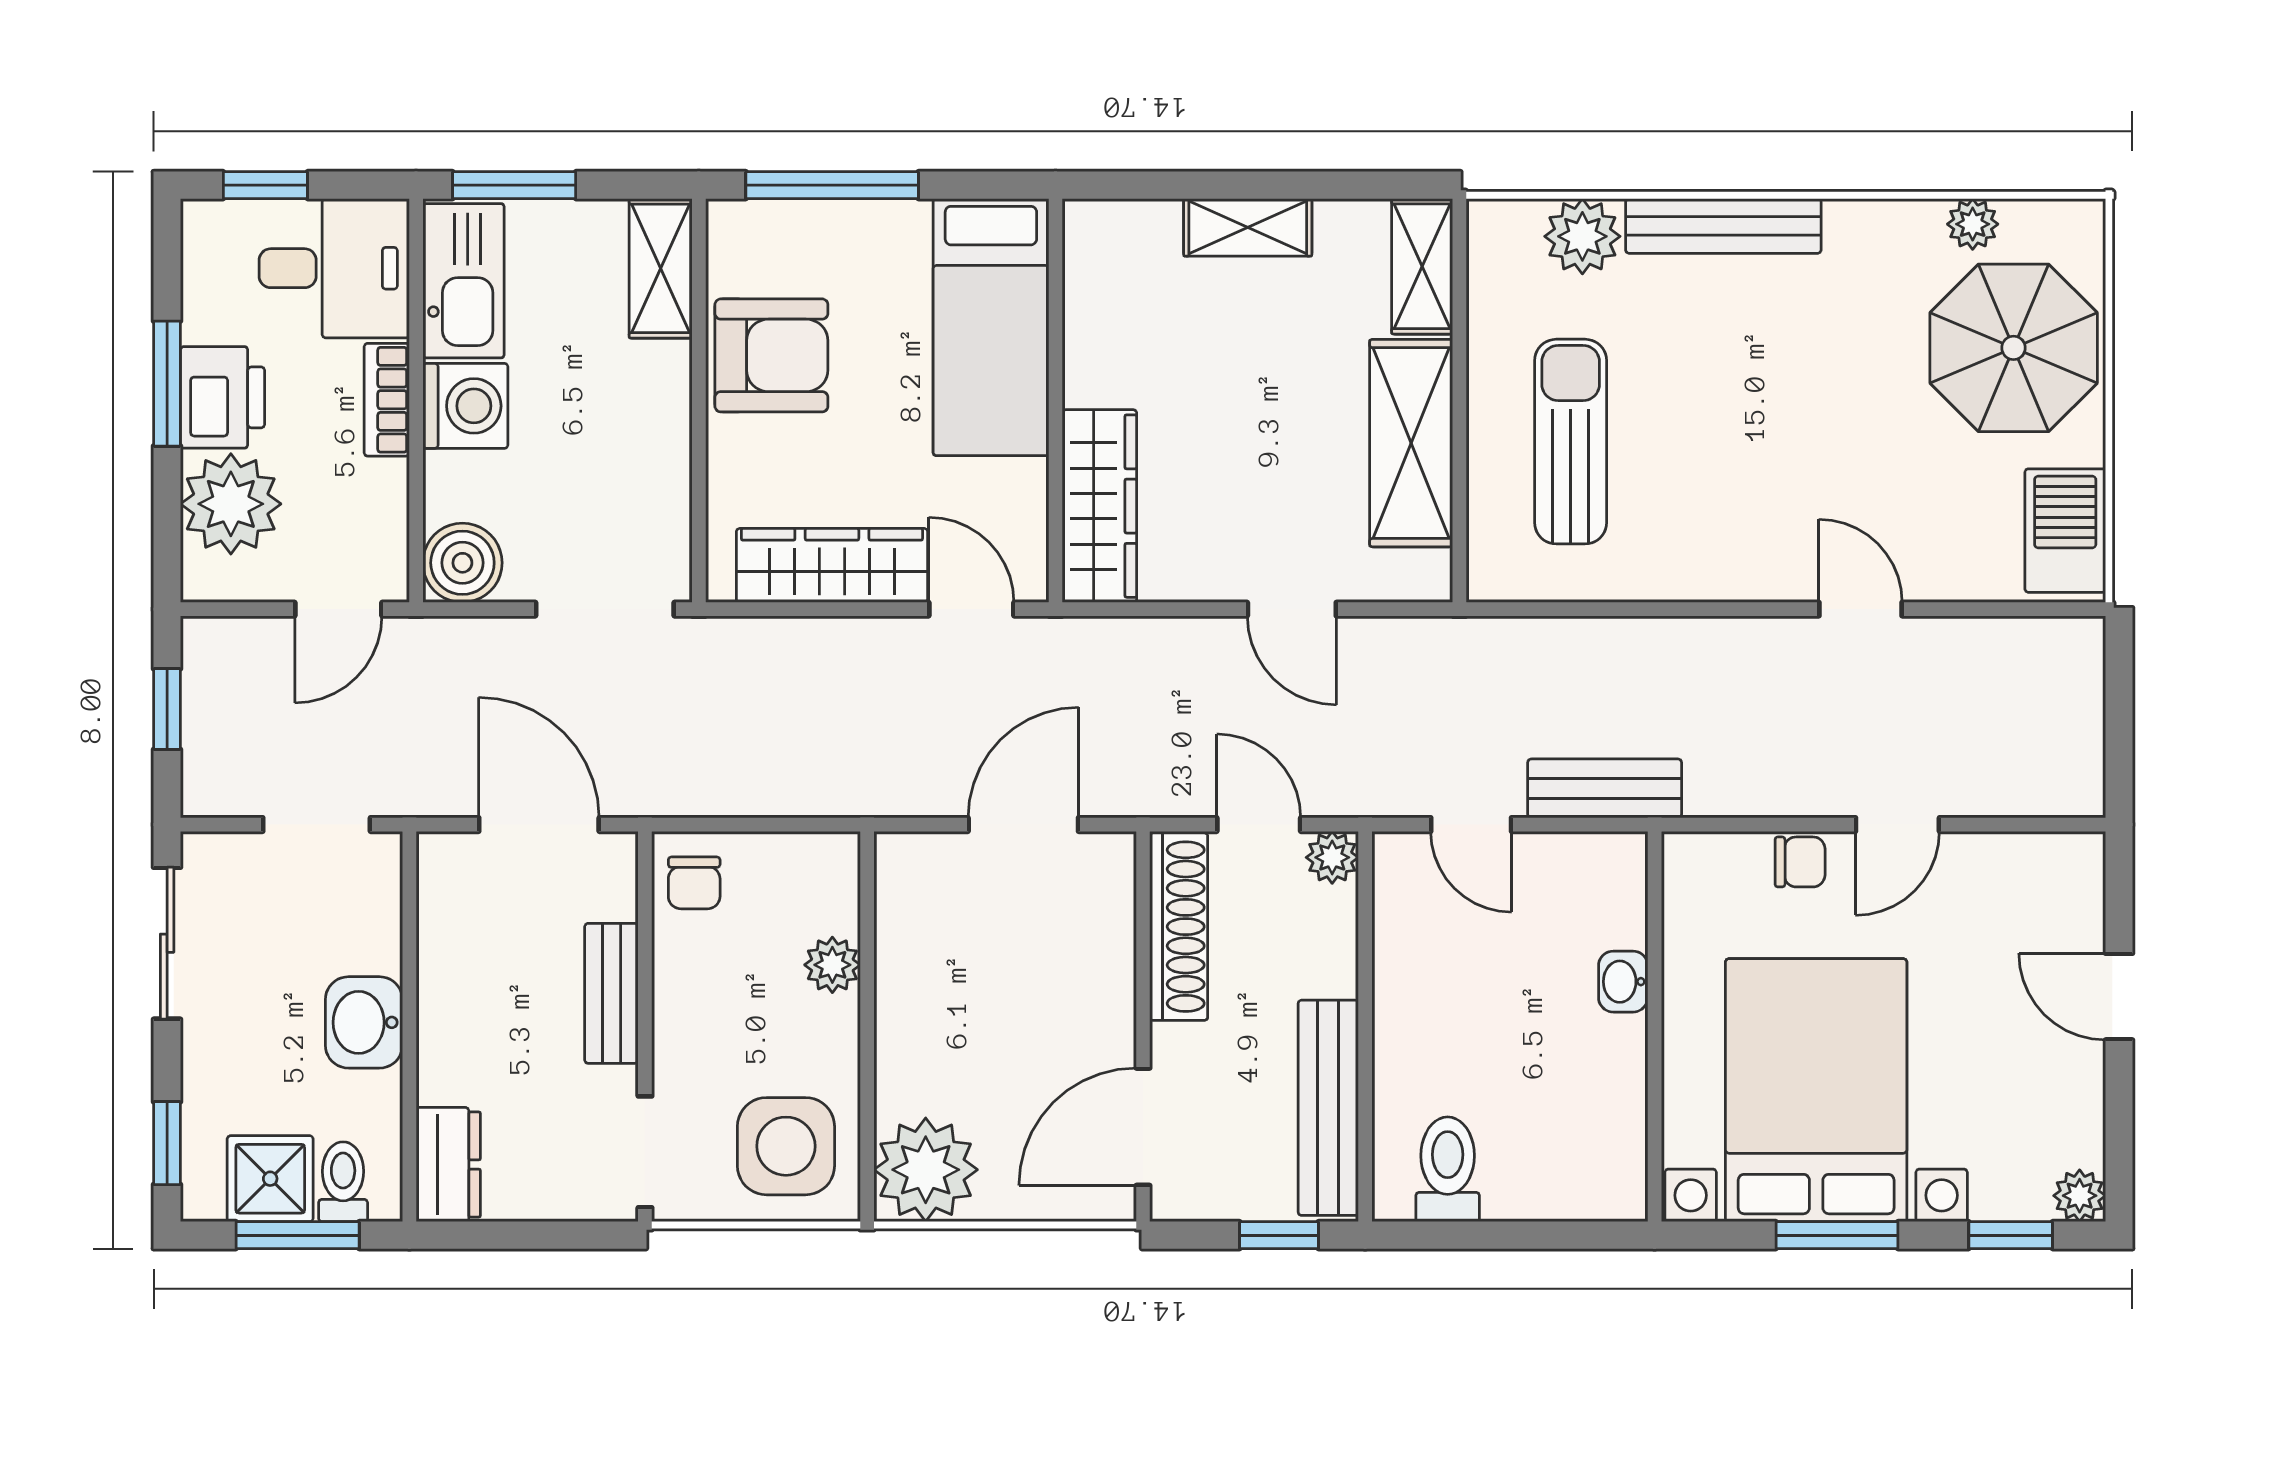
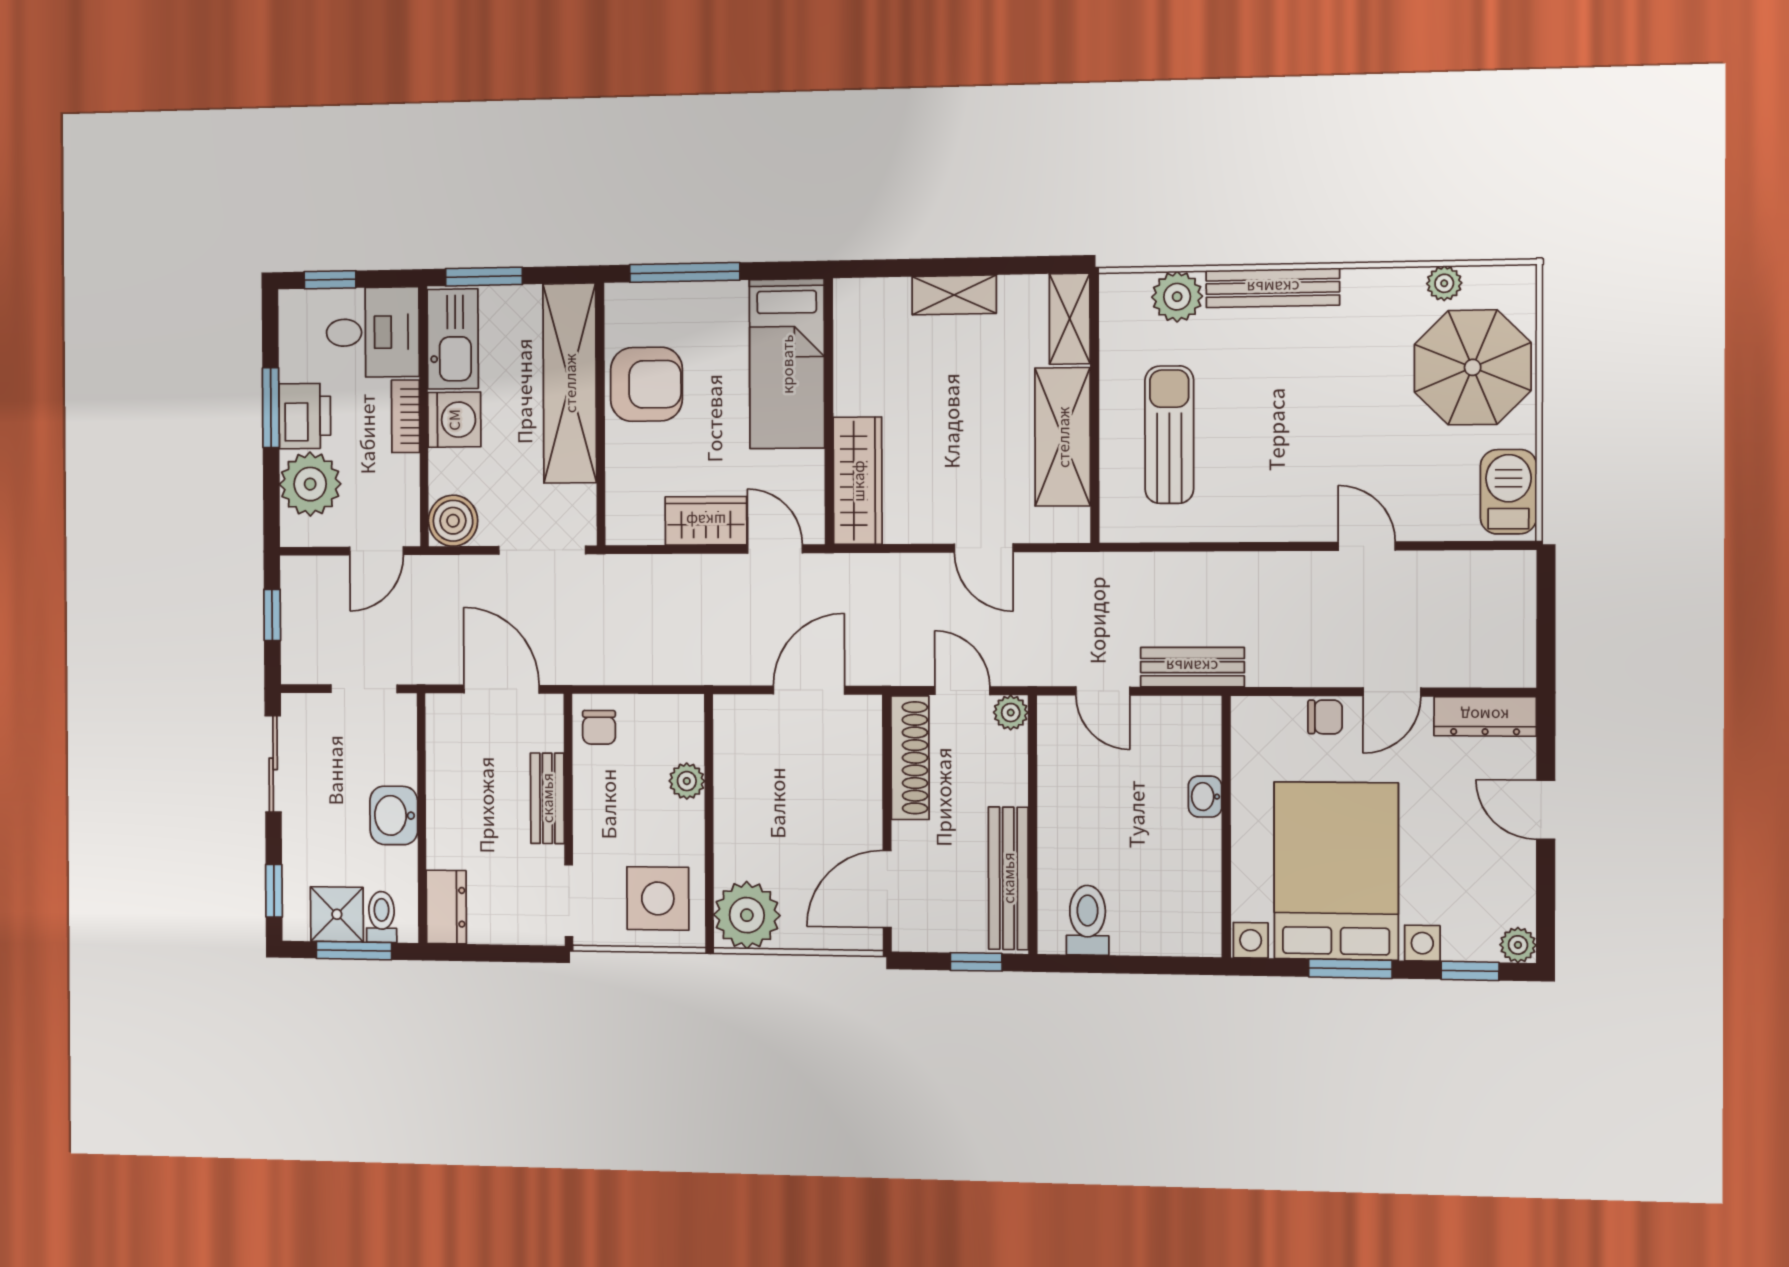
shelving: (661, 268) -> (570, 383), width x2.20, depth x1.33
wardrobe: (832, 565) -> (706, 521), width x0.67
dresser: (2032, 860) -> (1485, 716), added

